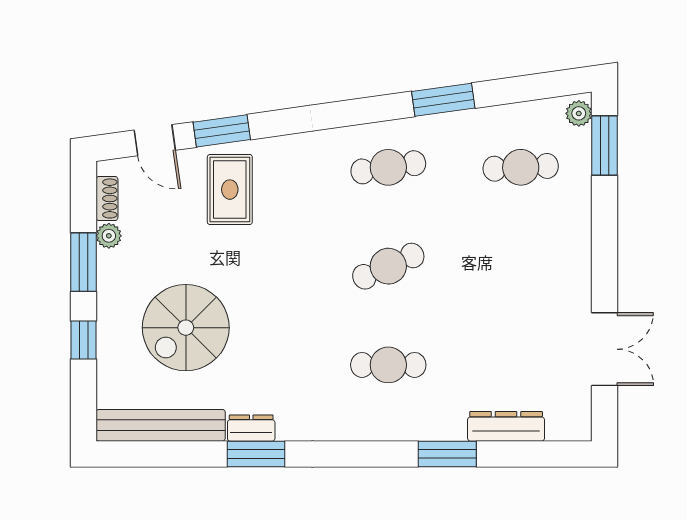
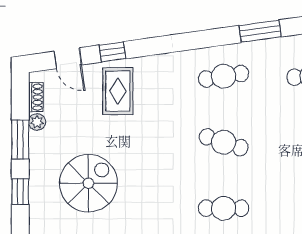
window: (222, 131) -> (112, 52), width x0.67
cafe table: (388, 266) -> (224, 142), turned 42
spiral stairs: (186, 328) -> (88, 183), turned 180

